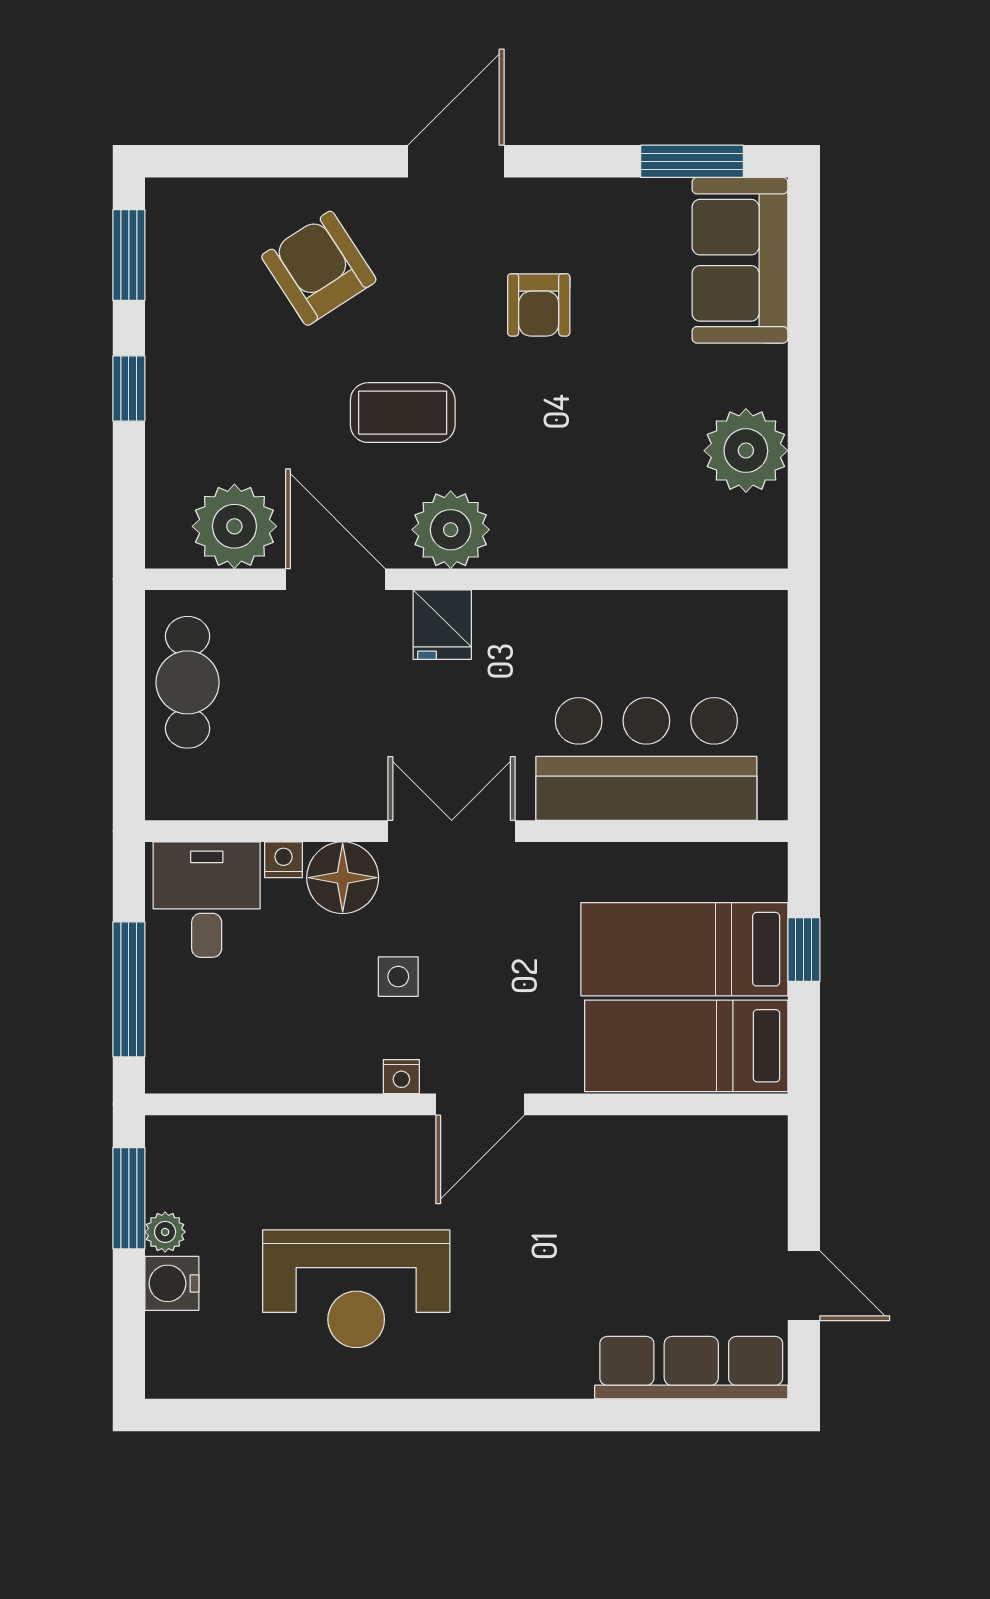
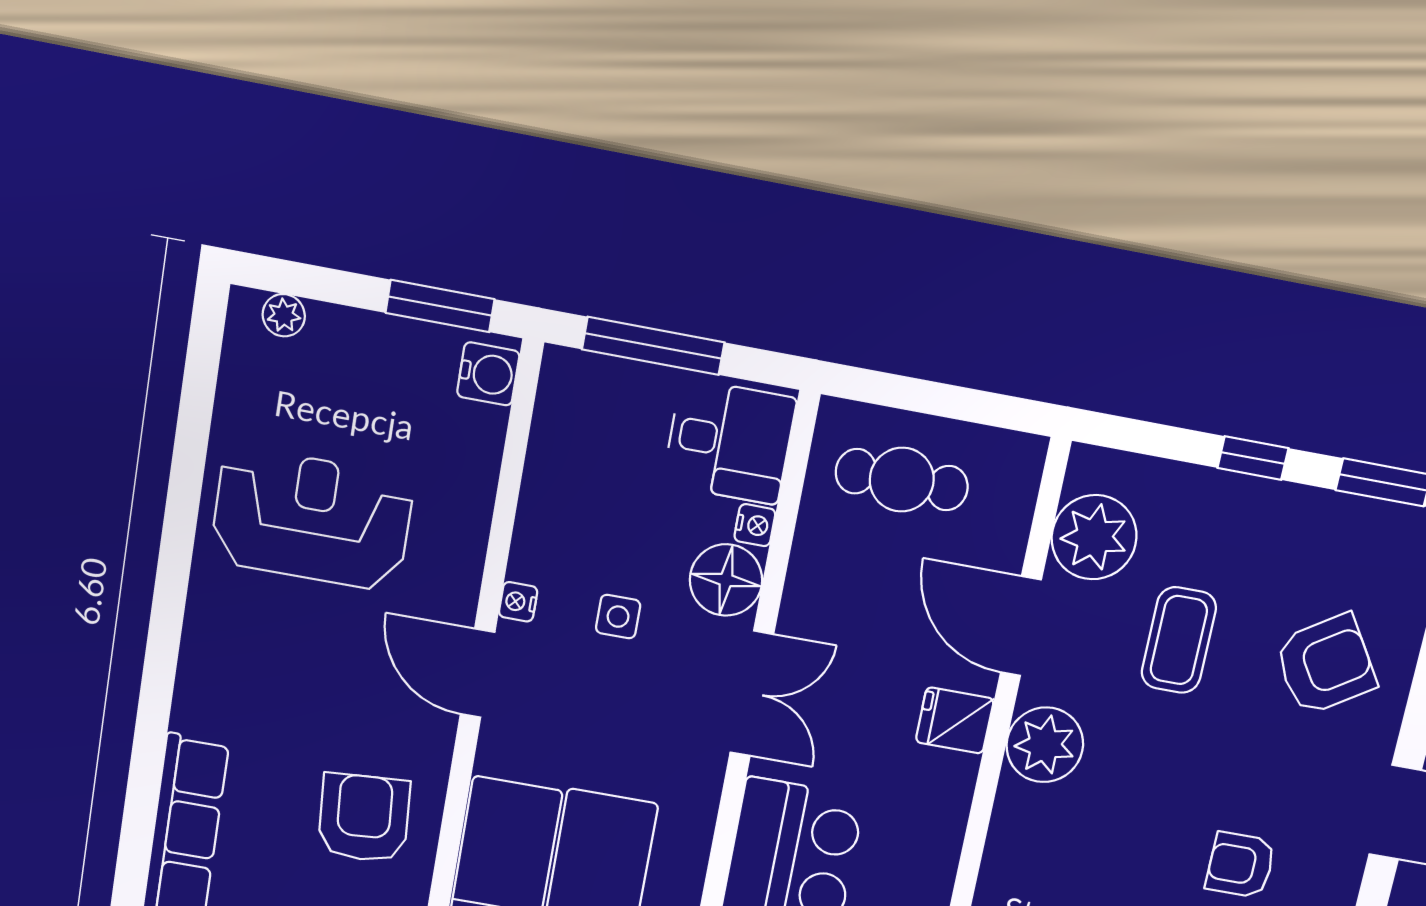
coffee table: (403, 413) -> (1179, 640), moved
door: (335, 579) -> (1021, 626), swing flipped
cafe table: (188, 682) -> (902, 480), moved
armchair: (648, 1193) -> (364, 818), added
plant: (165, 1232) -> (284, 315), moved
water cooler: (172, 1283) -> (488, 374), moved, turned 90
reception desk: (356, 1289) -> (312, 519), turned 90

